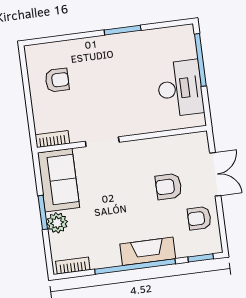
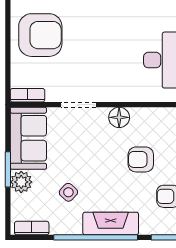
armchair: (57, 80) -> (40, 35), width x1.88, depth x1.88
floor lamp: (143, 149) -> (119, 117), added
side table: (103, 227) -> (68, 192), added

